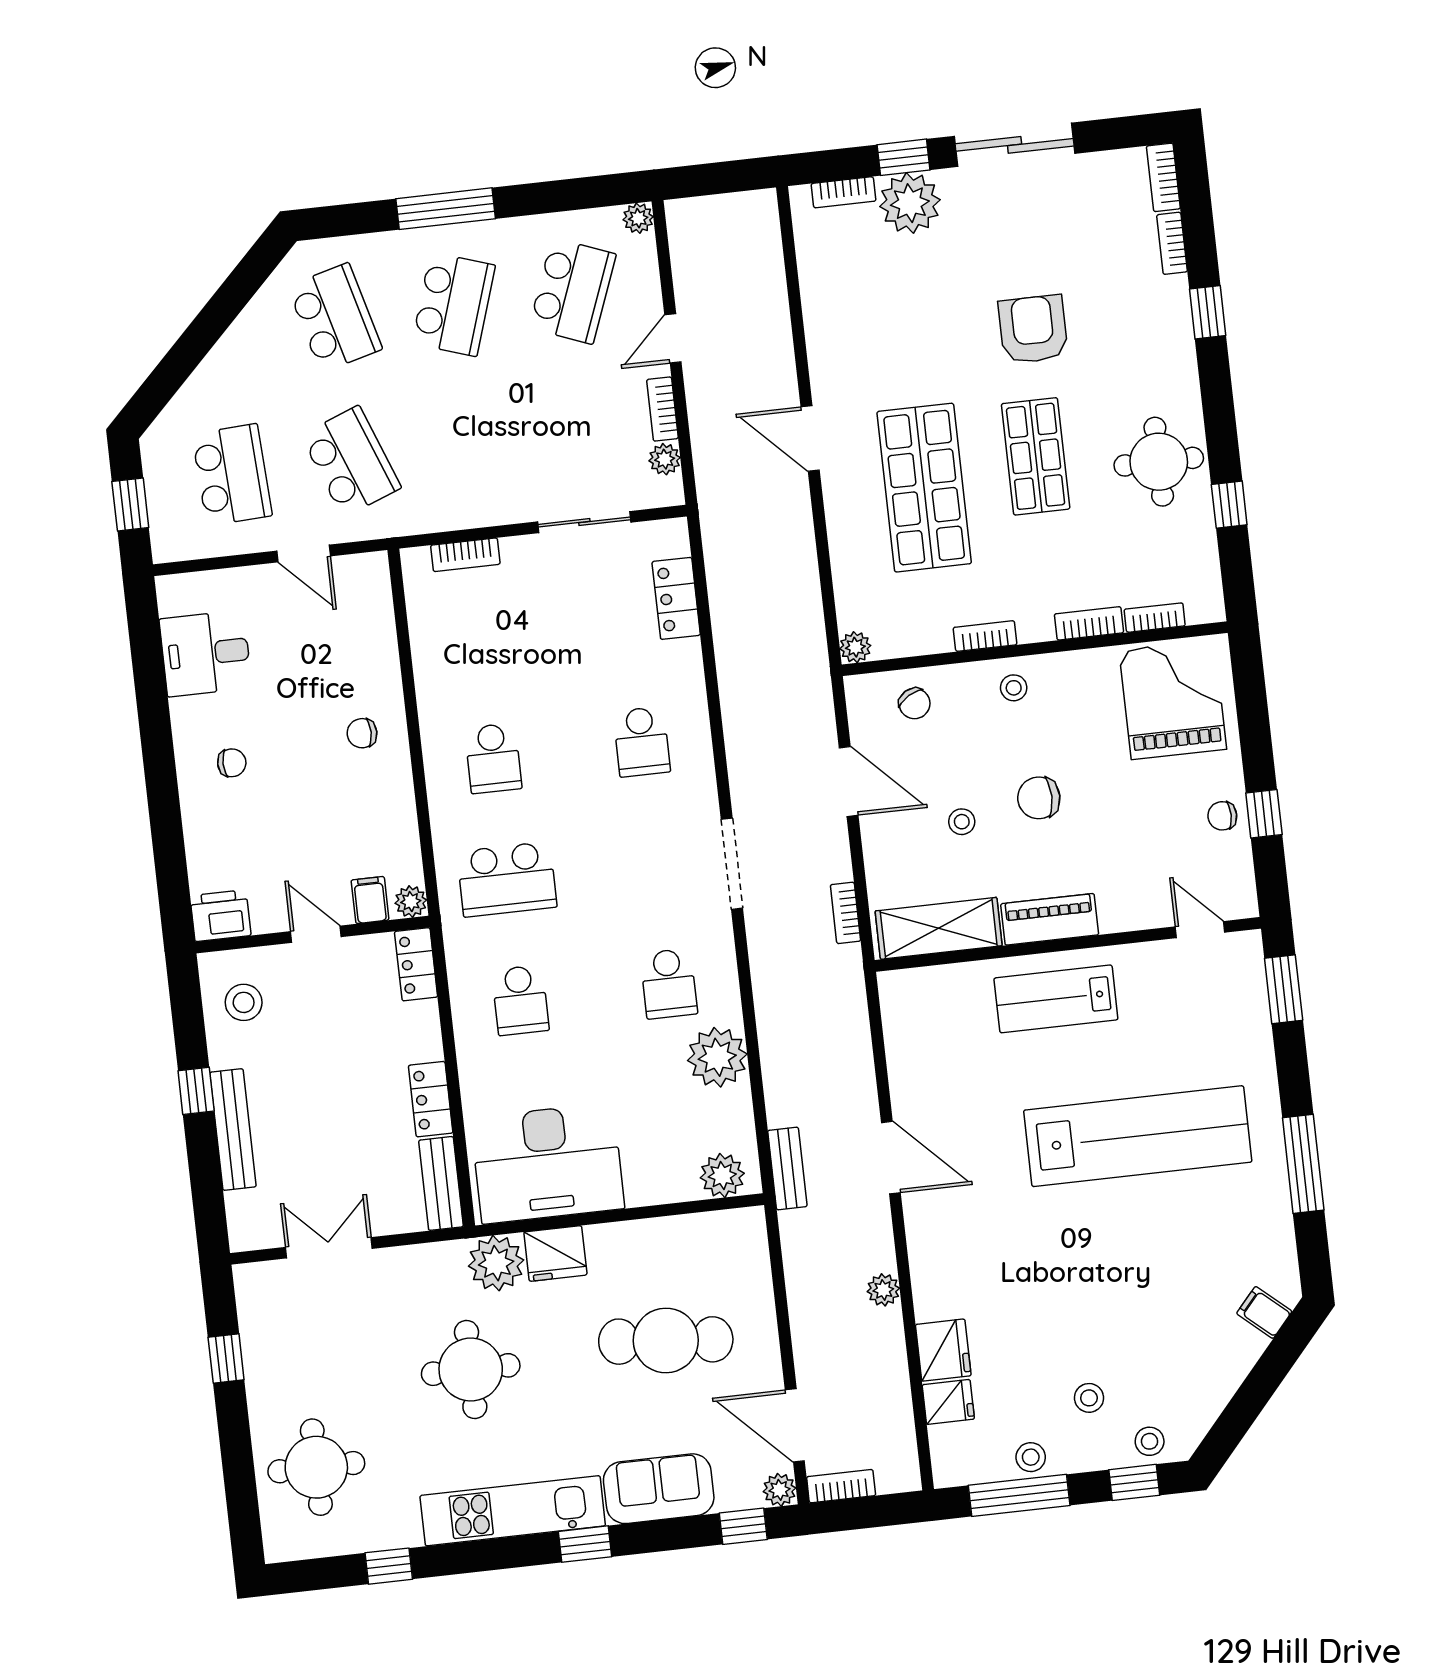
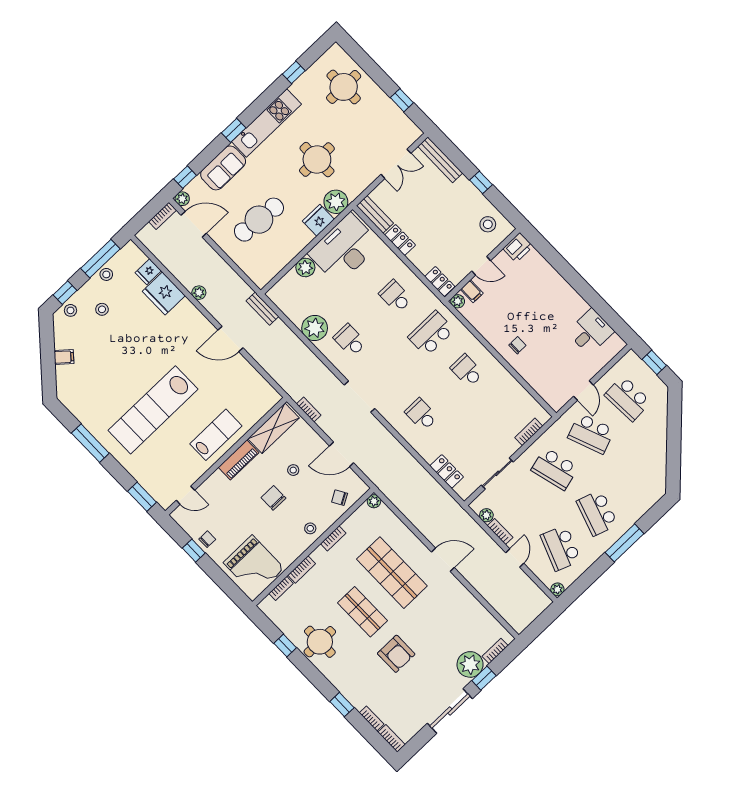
school desk: (335, 318) -> (555, 469), moved
door: (304, 553) -> (583, 391), swing flipped
chair: (232, 763) -> (554, 302), removed
chair: (1039, 798) -> (273, 498), turned -90
bench: (233, 1130) -> (440, 160), moved
plant: (722, 1175) -> (305, 267), moved
filing cabinet: (1264, 1312) -> (64, 357), moved
fridge: (943, 1350) -> (164, 293), width x1.36, depth x1.34

